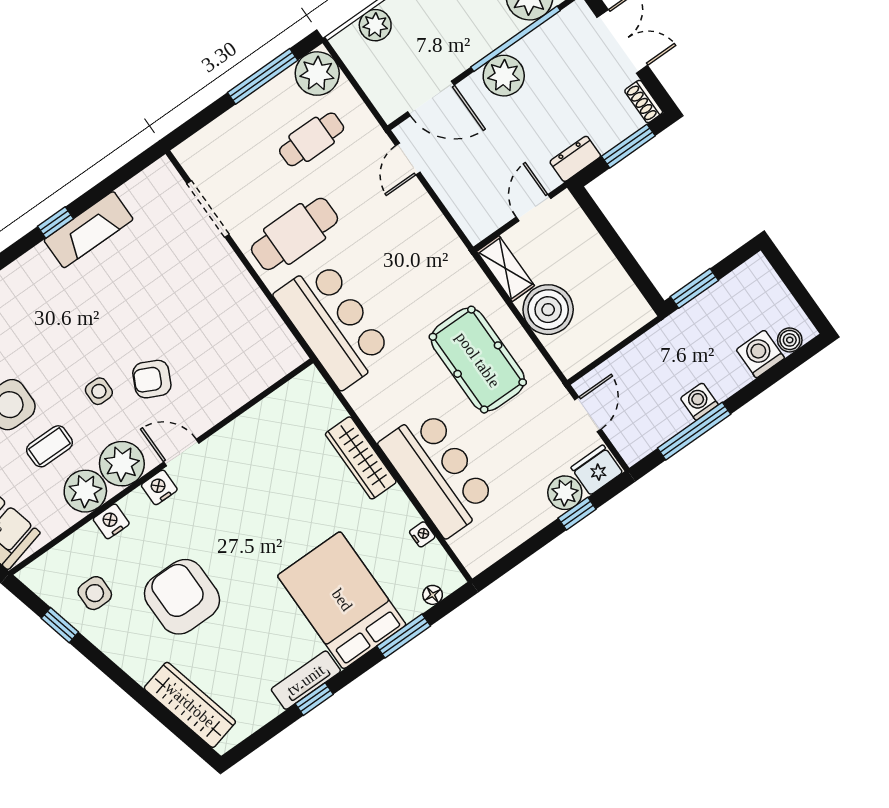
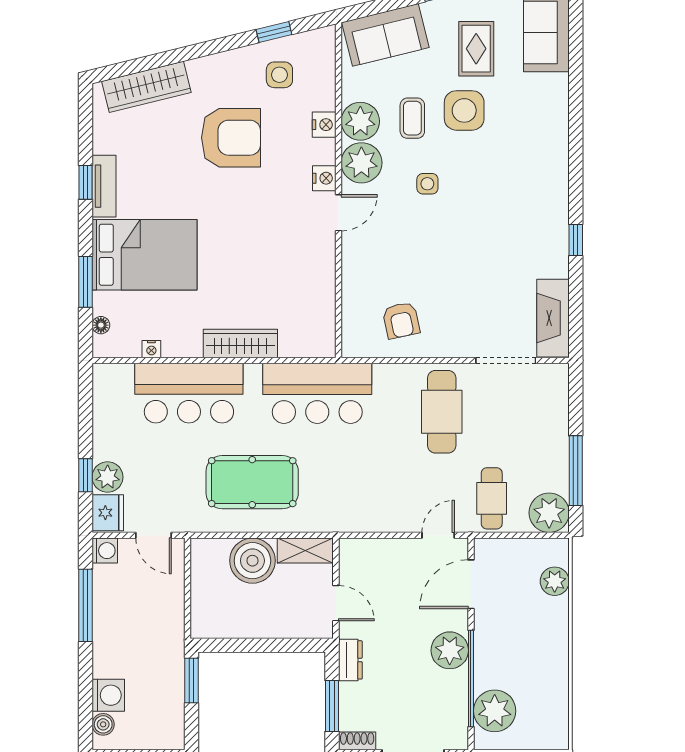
cafe table: (312, 139) -> (492, 498), moved
door: (408, 159) -> (438, 535), hinge flipped
fireplace: (89, 230) -> (553, 318), moved
bar counter: (333, 324) -> (317, 393), moved
armchair: (152, 379) -> (401, 320), moved, turned 142
washing machine: (699, 402) -> (105, 551), moved

